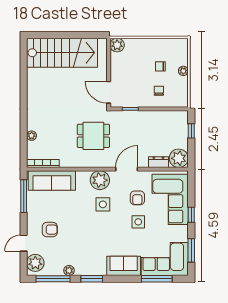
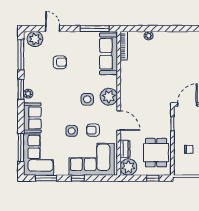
dining table: (93, 136) -> (156, 153), moved
armchair: (50, 230) -> (60, 62), moved, turned -90
plant: (69, 271) -> (28, 94), moved

